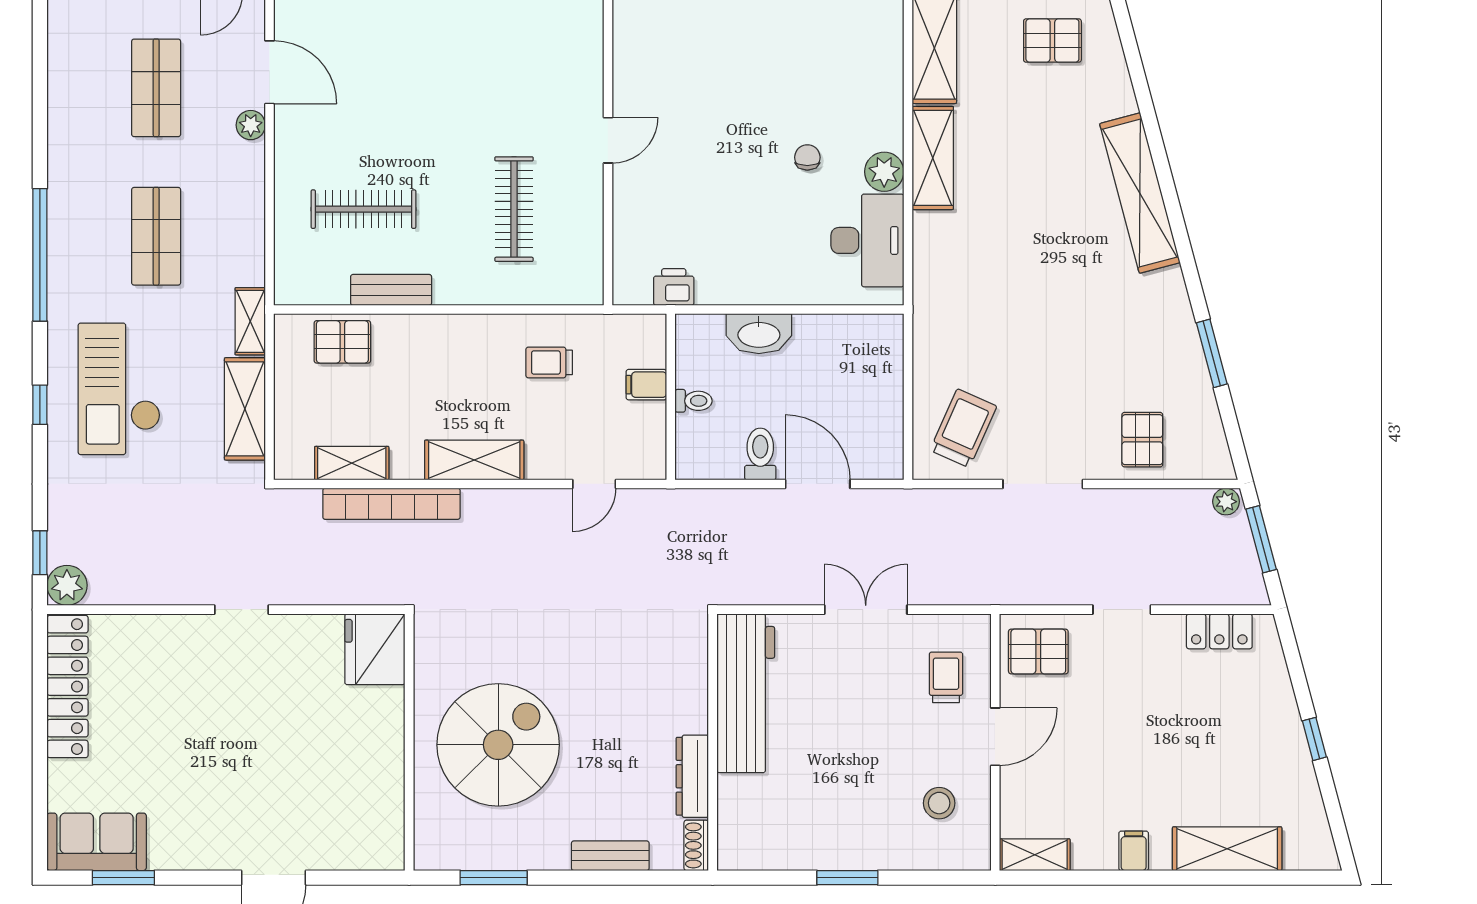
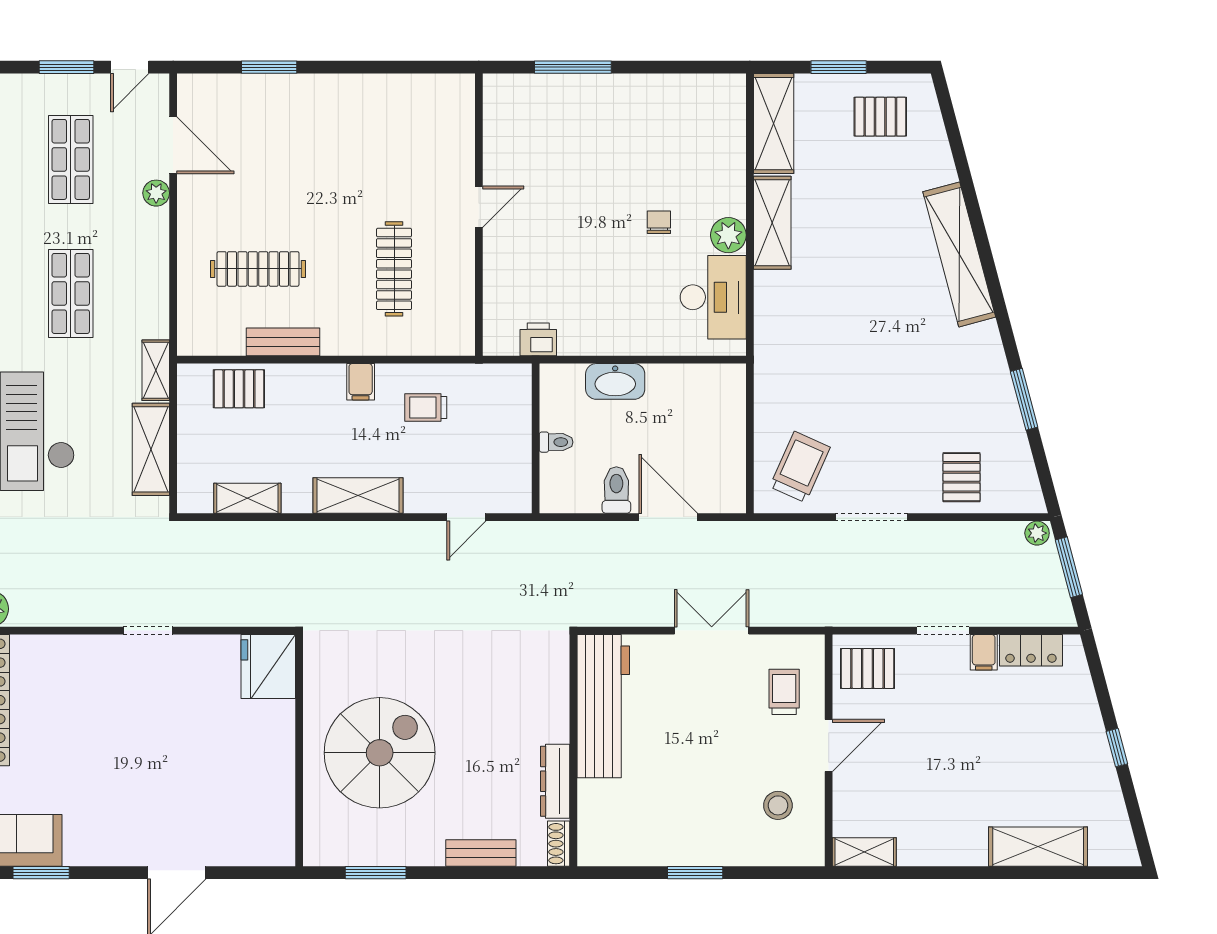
filing cabinet: (646, 385) -> (361, 382), moved, turned -90
bookcase: (391, 504) -> (283, 535), removed
filing cabinet: (1134, 851) -> (984, 652), moved, turned 180

